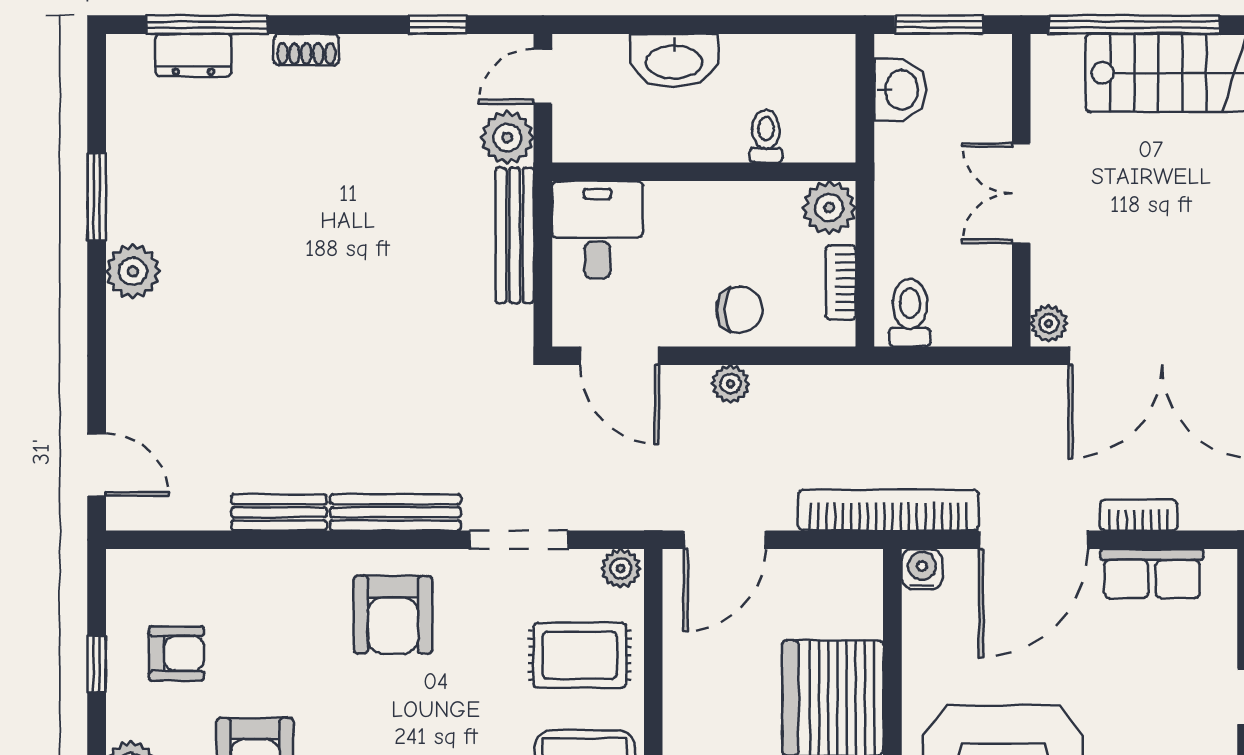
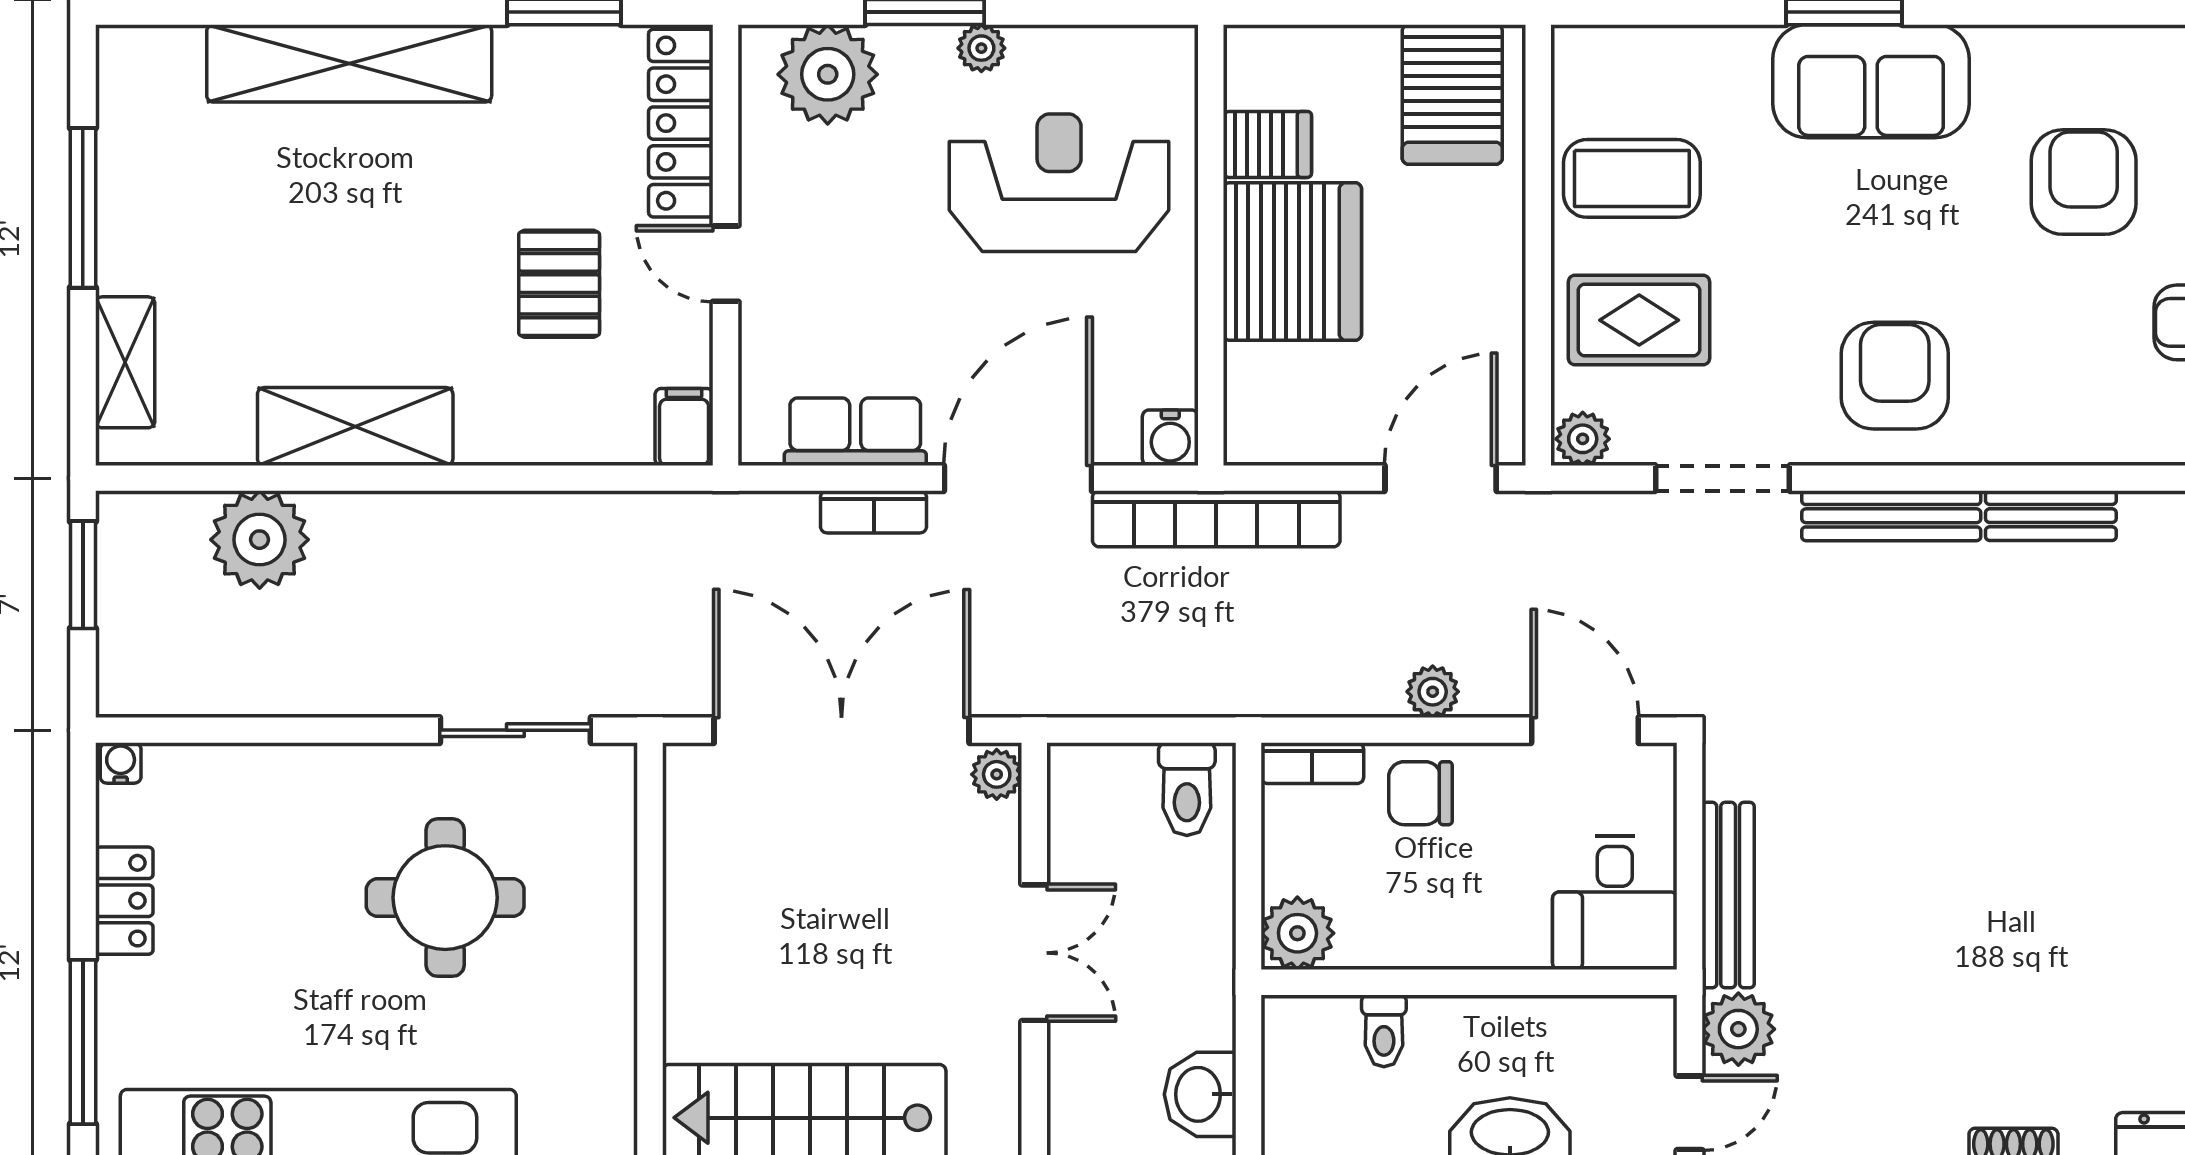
bookcase: (841, 282) -> (1312, 763), moved, turned 90

